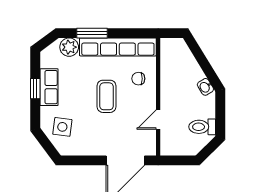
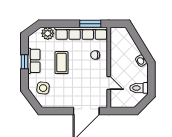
window: (92, 33) -> (90, 24), moved
coffee table: (107, 96) -> (61, 63), moved
door: (158, 119) -> (109, 83), swing flipped

